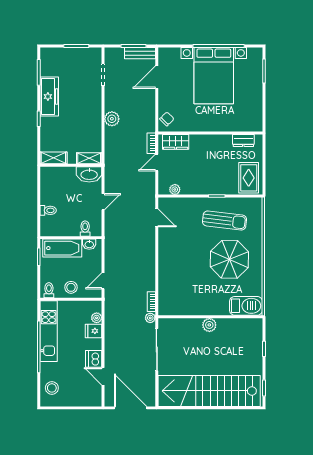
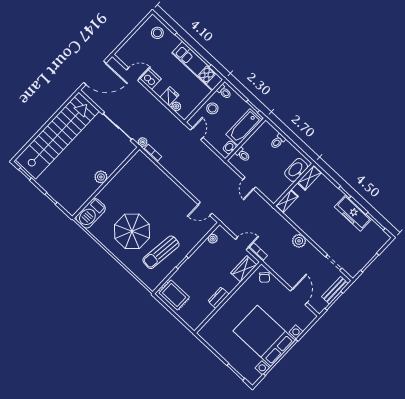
bench: (140, 53) -> (335, 290), moved
dresser: (243, 141) -> (218, 298), moved
door: (157, 162) -> (242, 243), hinge flipped
washbasin: (89, 174) -> (296, 170), moved

